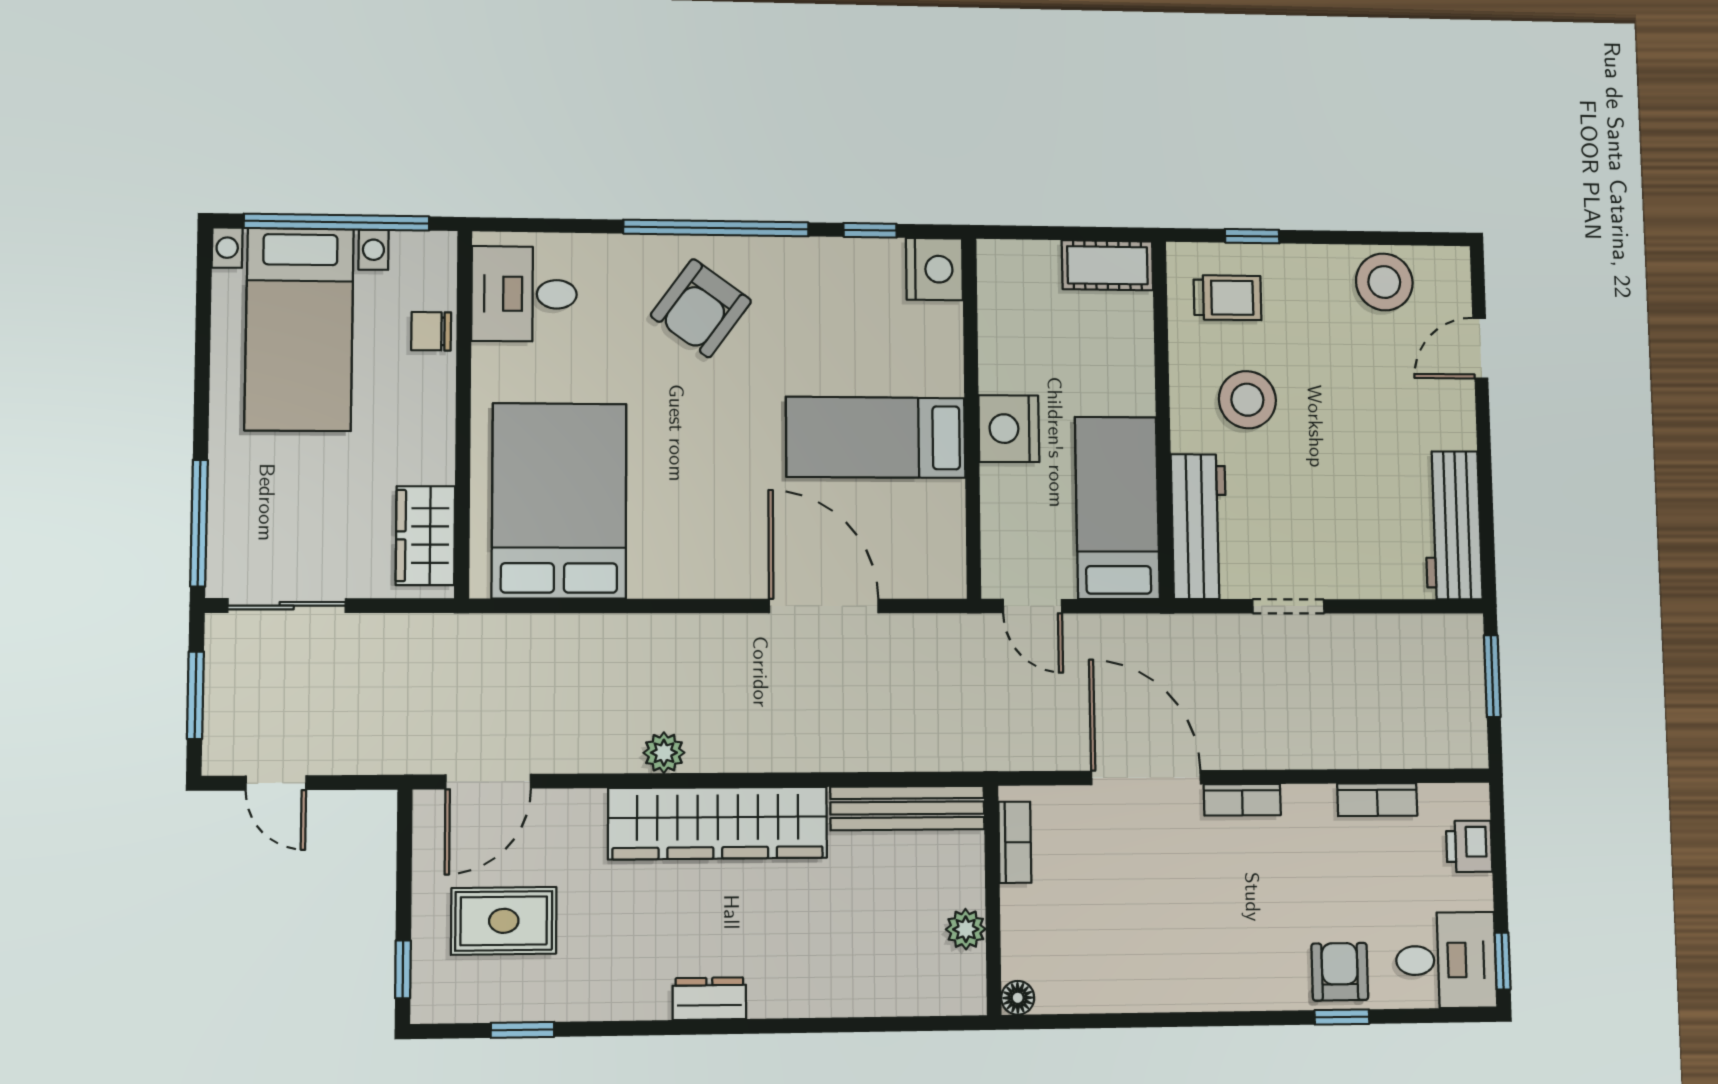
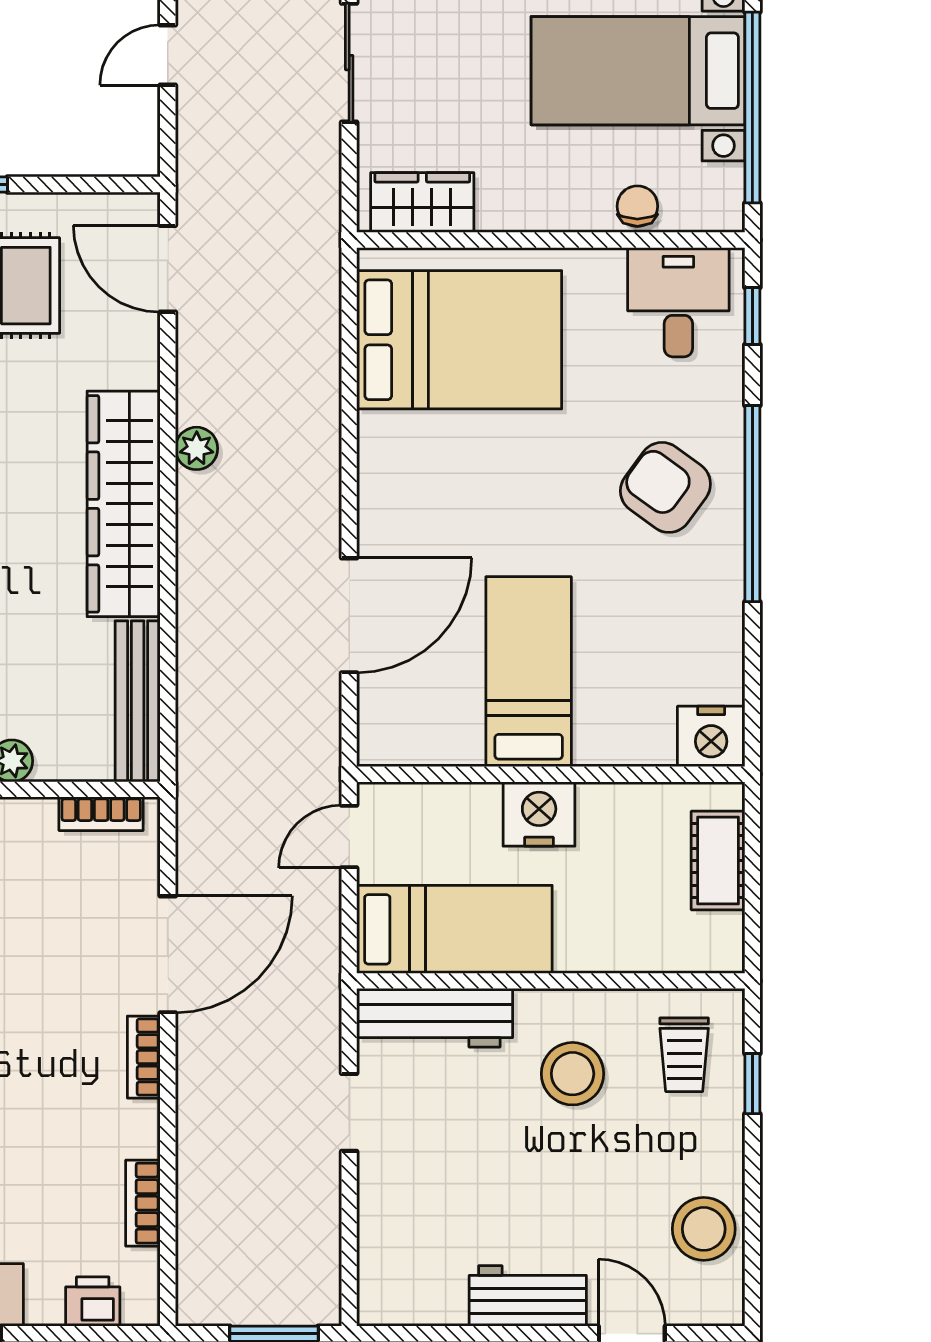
window: (870, 230) -> (752, 316), moved
cot: (1107, 265) -> (718, 861), moved
workbench: (1453, 525) -> (528, 1296), moved, width x0.73

